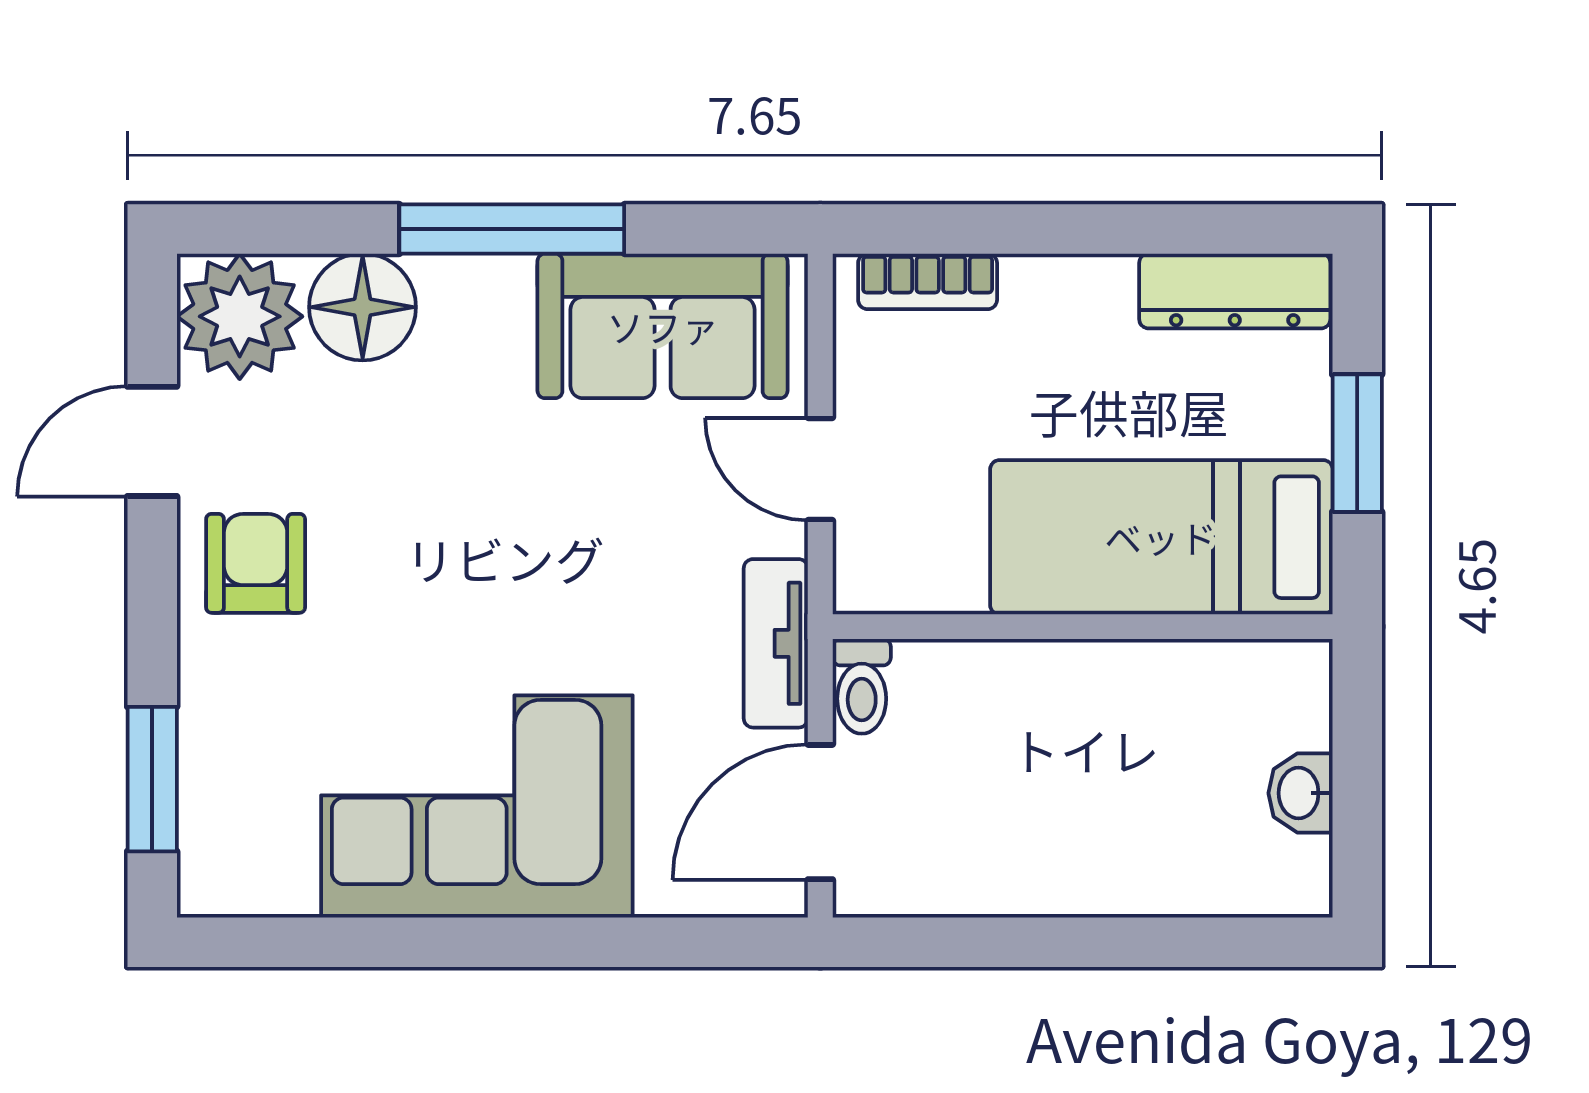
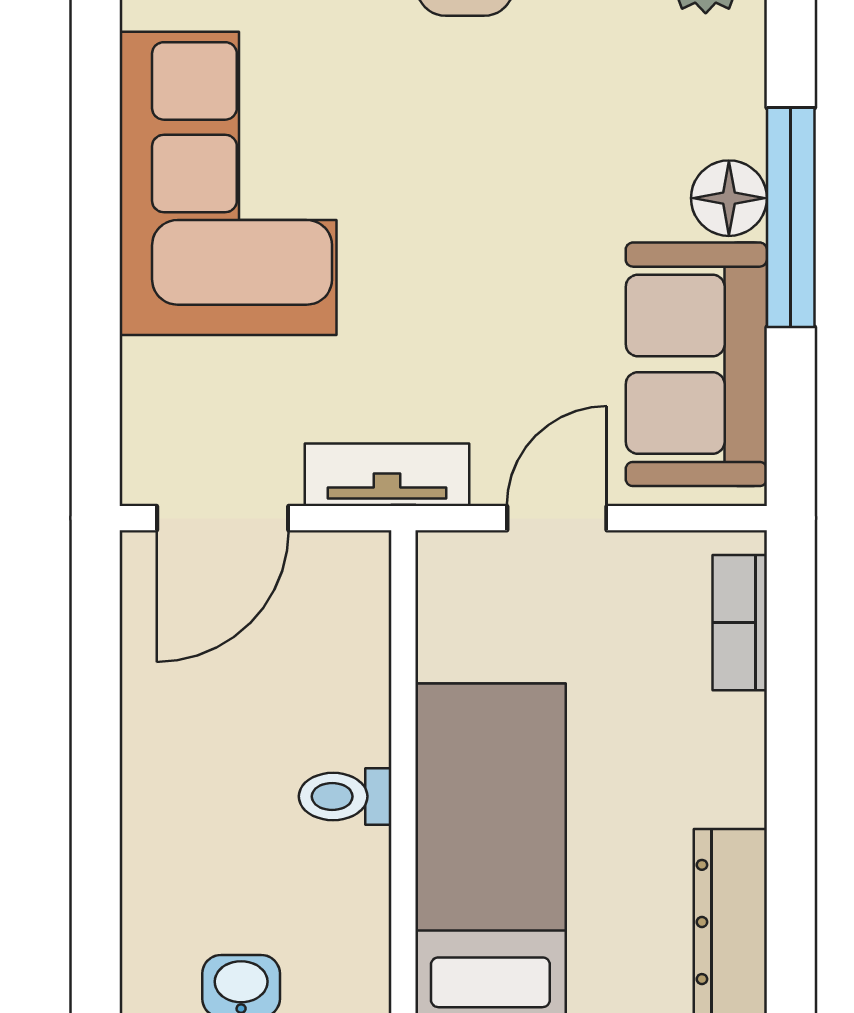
floor lamp: (363, 307) -> (729, 198), moved, width x0.73, depth x0.73
toilet: (862, 686) -> (345, 796), moved
door: (820, 812) -> (223, 518), swing flipped

